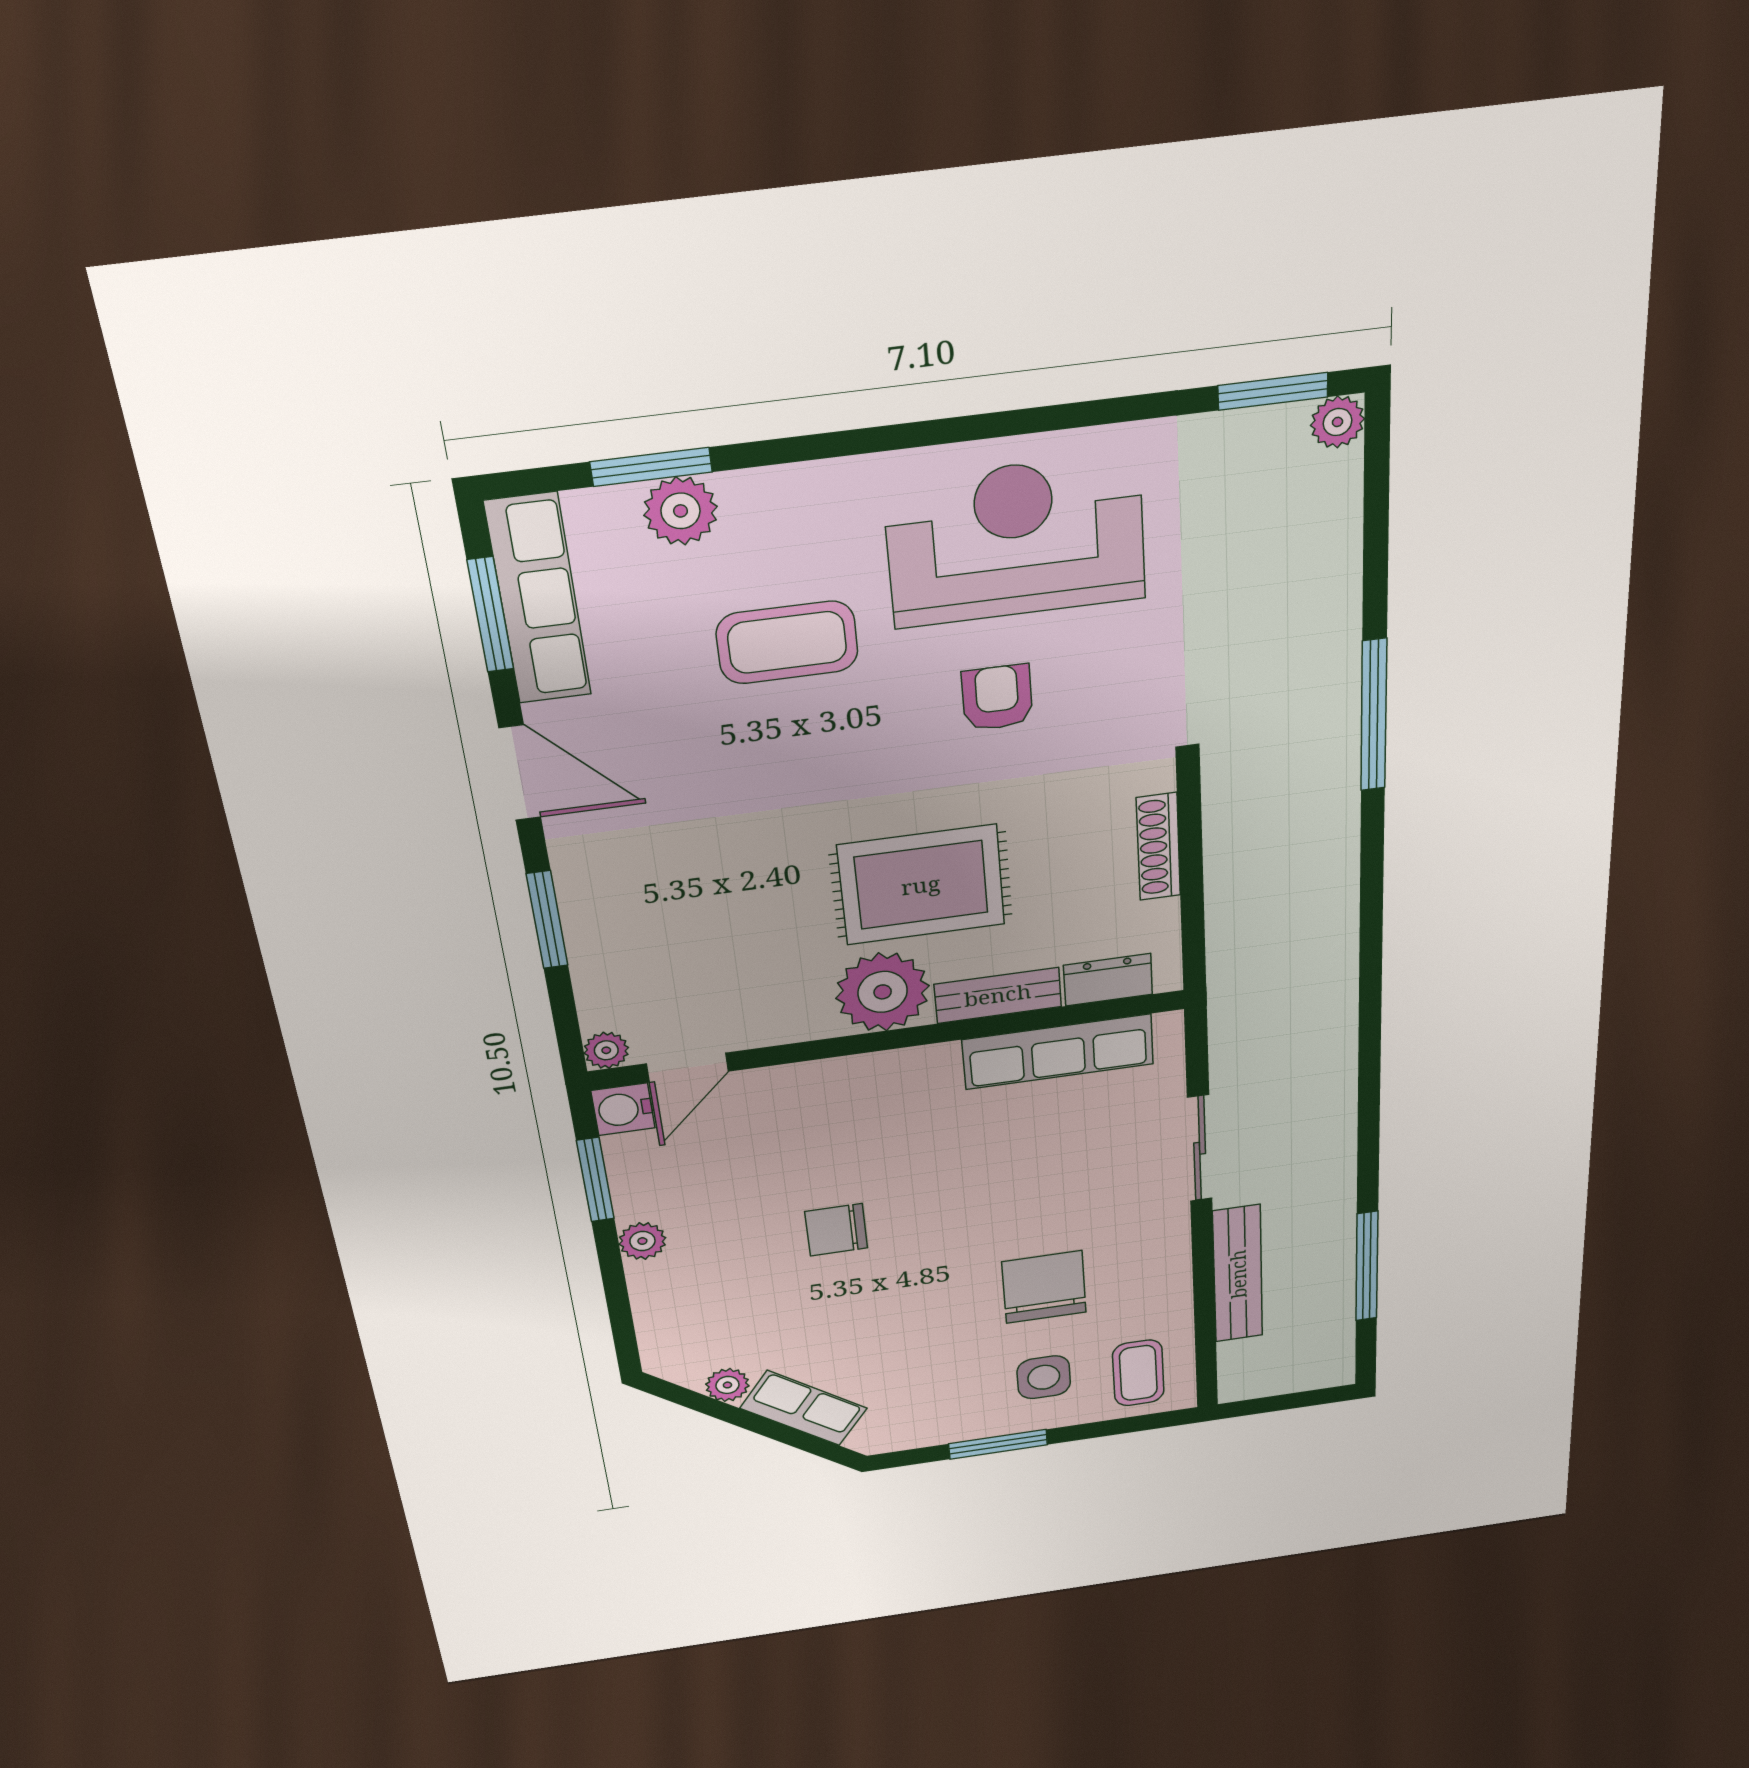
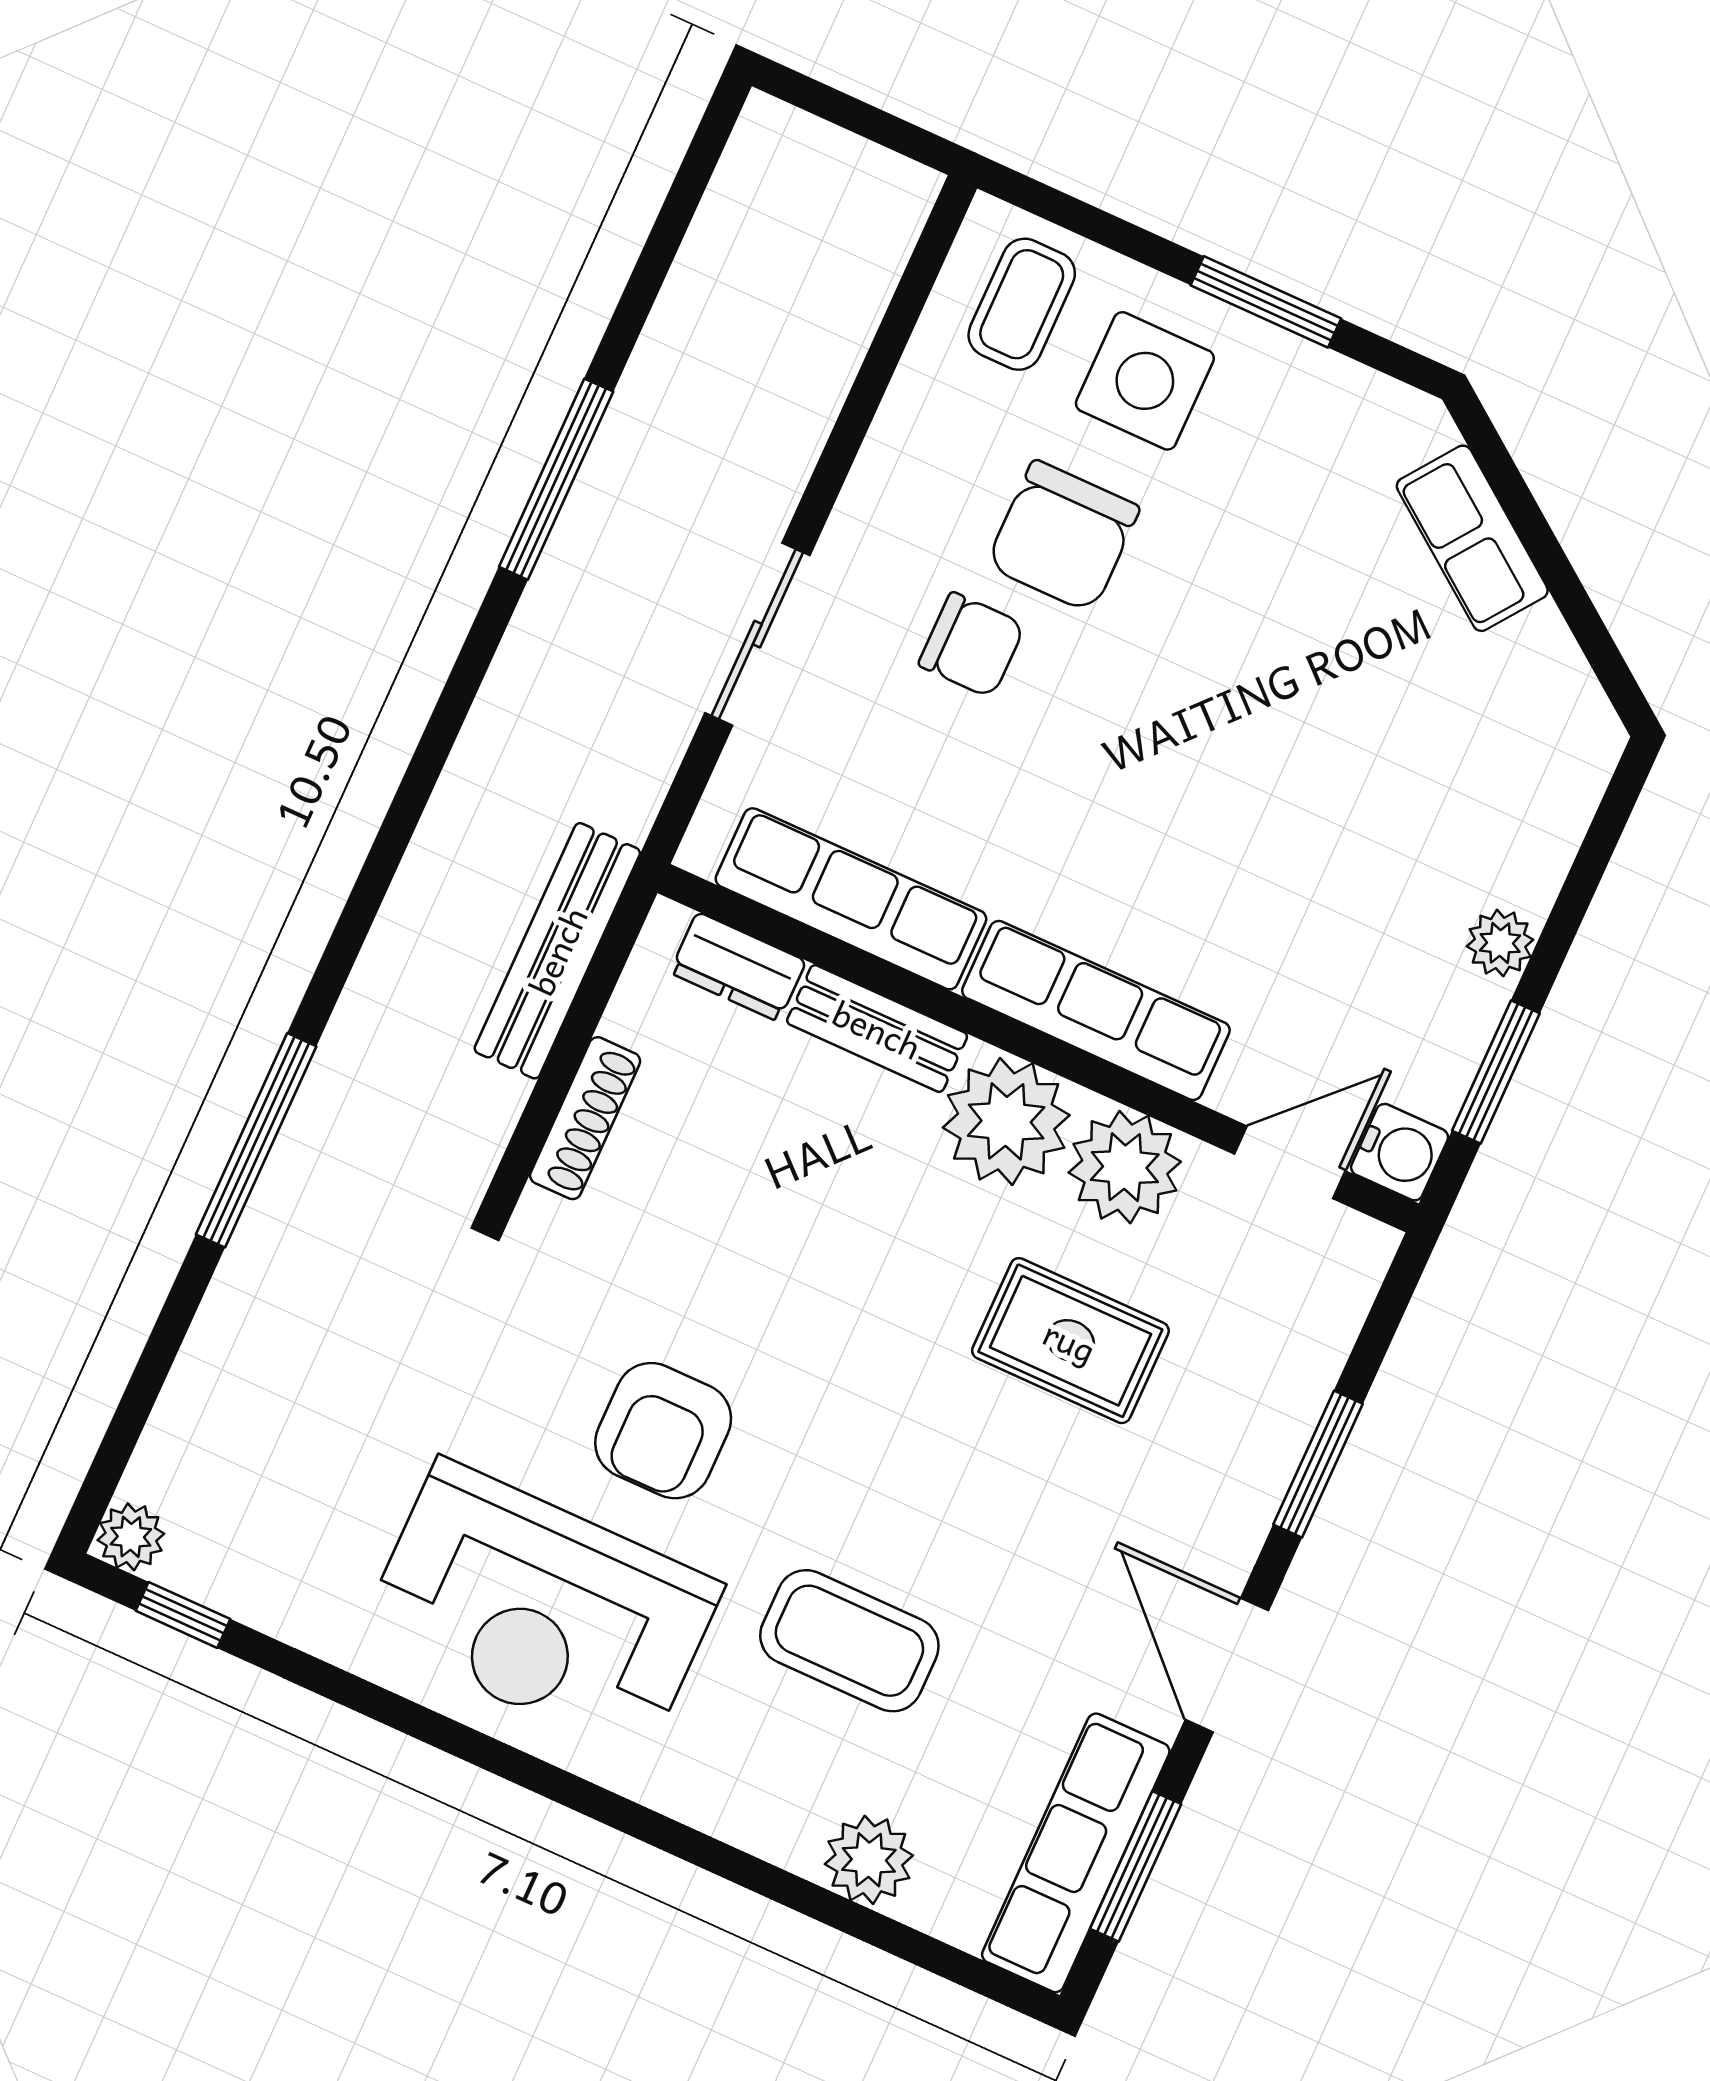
window: (1273, 391) -> (183, 1615), width x0.67
window: (651, 467) -> (869, 1926), removed
armchair: (997, 698) -> (663, 1431), width x1.38, depth x1.38
rug: (921, 885) -> (1070, 1341), moved, width x0.73, depth x0.70
plant: (606, 1050) -> (1125, 1167), moved, width x1.87, depth x1.87
row of seats: (866, 1078) -> (1096, 1010), added
chair: (836, 1230) -> (972, 645), moved
window: (1367, 1266) -> (556, 479), moved
bench: (1238, 1274) -> (557, 951), moved
side table: (1044, 1377) -> (1145, 381), width x1.37, depth x1.37
plant: (727, 1385) -> (1541, 643), removed

